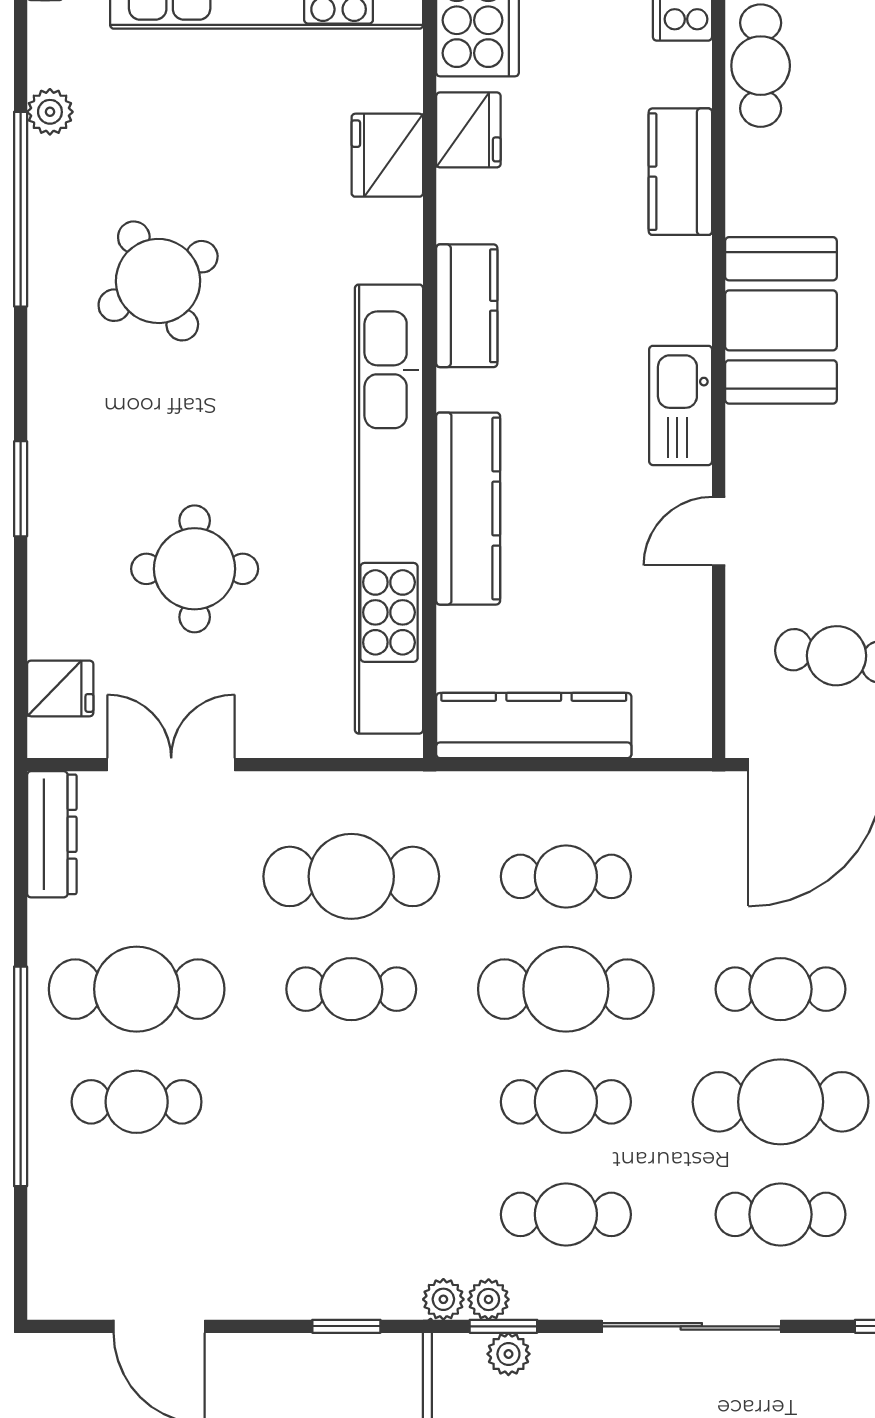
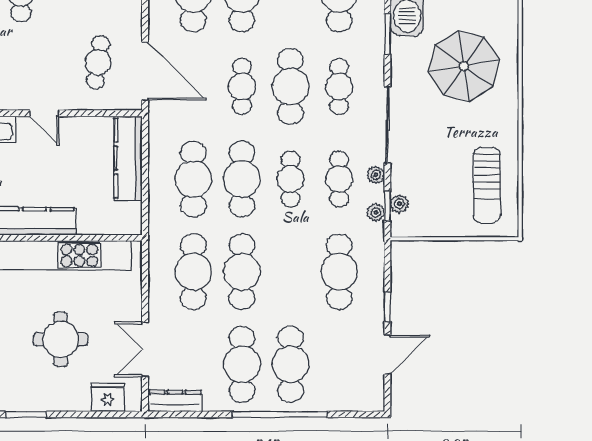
fridge: (60, 688) -> (108, 397), width x1.38
kitchen counter: (534, 726) -> (128, 158), moved
cafe table: (566, 876) -> (193, 179), width x1.37, depth x1.35
cafe table: (351, 989) -> (242, 272), width x1.37, depth x1.35
cafe table: (137, 1102) -> (291, 364), width x1.37, depth x1.35
cafe table: (351, 1214) -> (339, 272), added
plant: (443, 1299) -> (376, 175), moved
window: (346, 1326) -> (387, 307), moved

